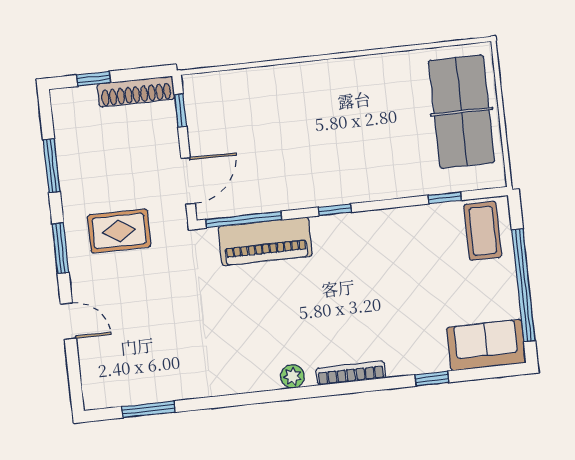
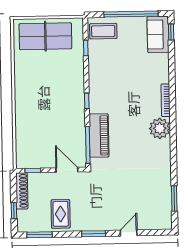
window: (51, 166) -> (40, 235), moved
rug: (119, 231) -> (61, 214), moved
plant: (293, 376) -> (160, 128), width x1.88, depth x1.88
window: (432, 379) -> (171, 32), moved

